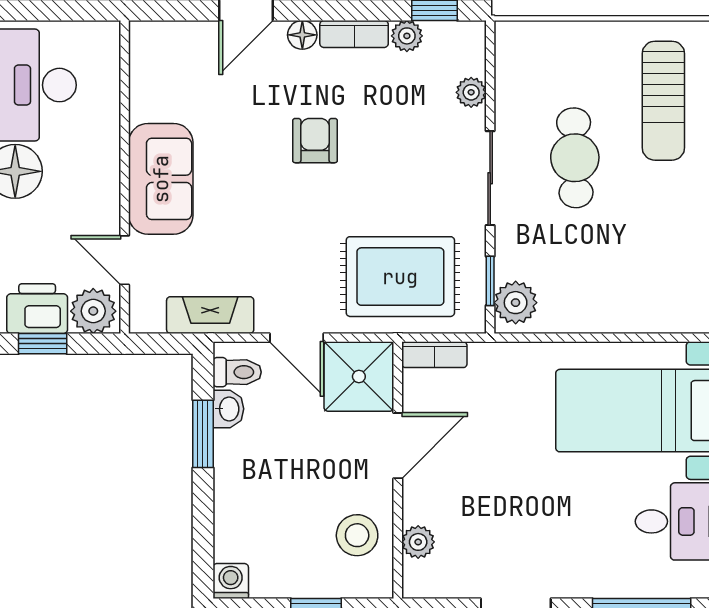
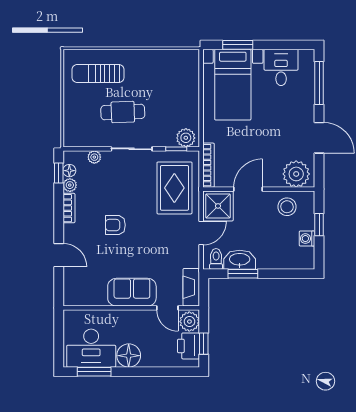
floor lamp: (302, 35) -> (69, 171), moved
sun lounger: (663, 101) -> (98, 73), turned 180
door: (125, 260) -> (167, 308), hinge flipped
fireplace: (210, 315) -> (191, 287), moved
bookcase: (434, 355) -> (208, 165), width x1.56
washbasin: (228, 409) -> (240, 260), width x1.91, depth x1.45
door: (398, 446) -> (248, 189), hinge flipped
plant: (418, 542) -> (296, 174), width x1.88, depth x1.88
washing machine: (231, 581) -> (307, 239), moved

